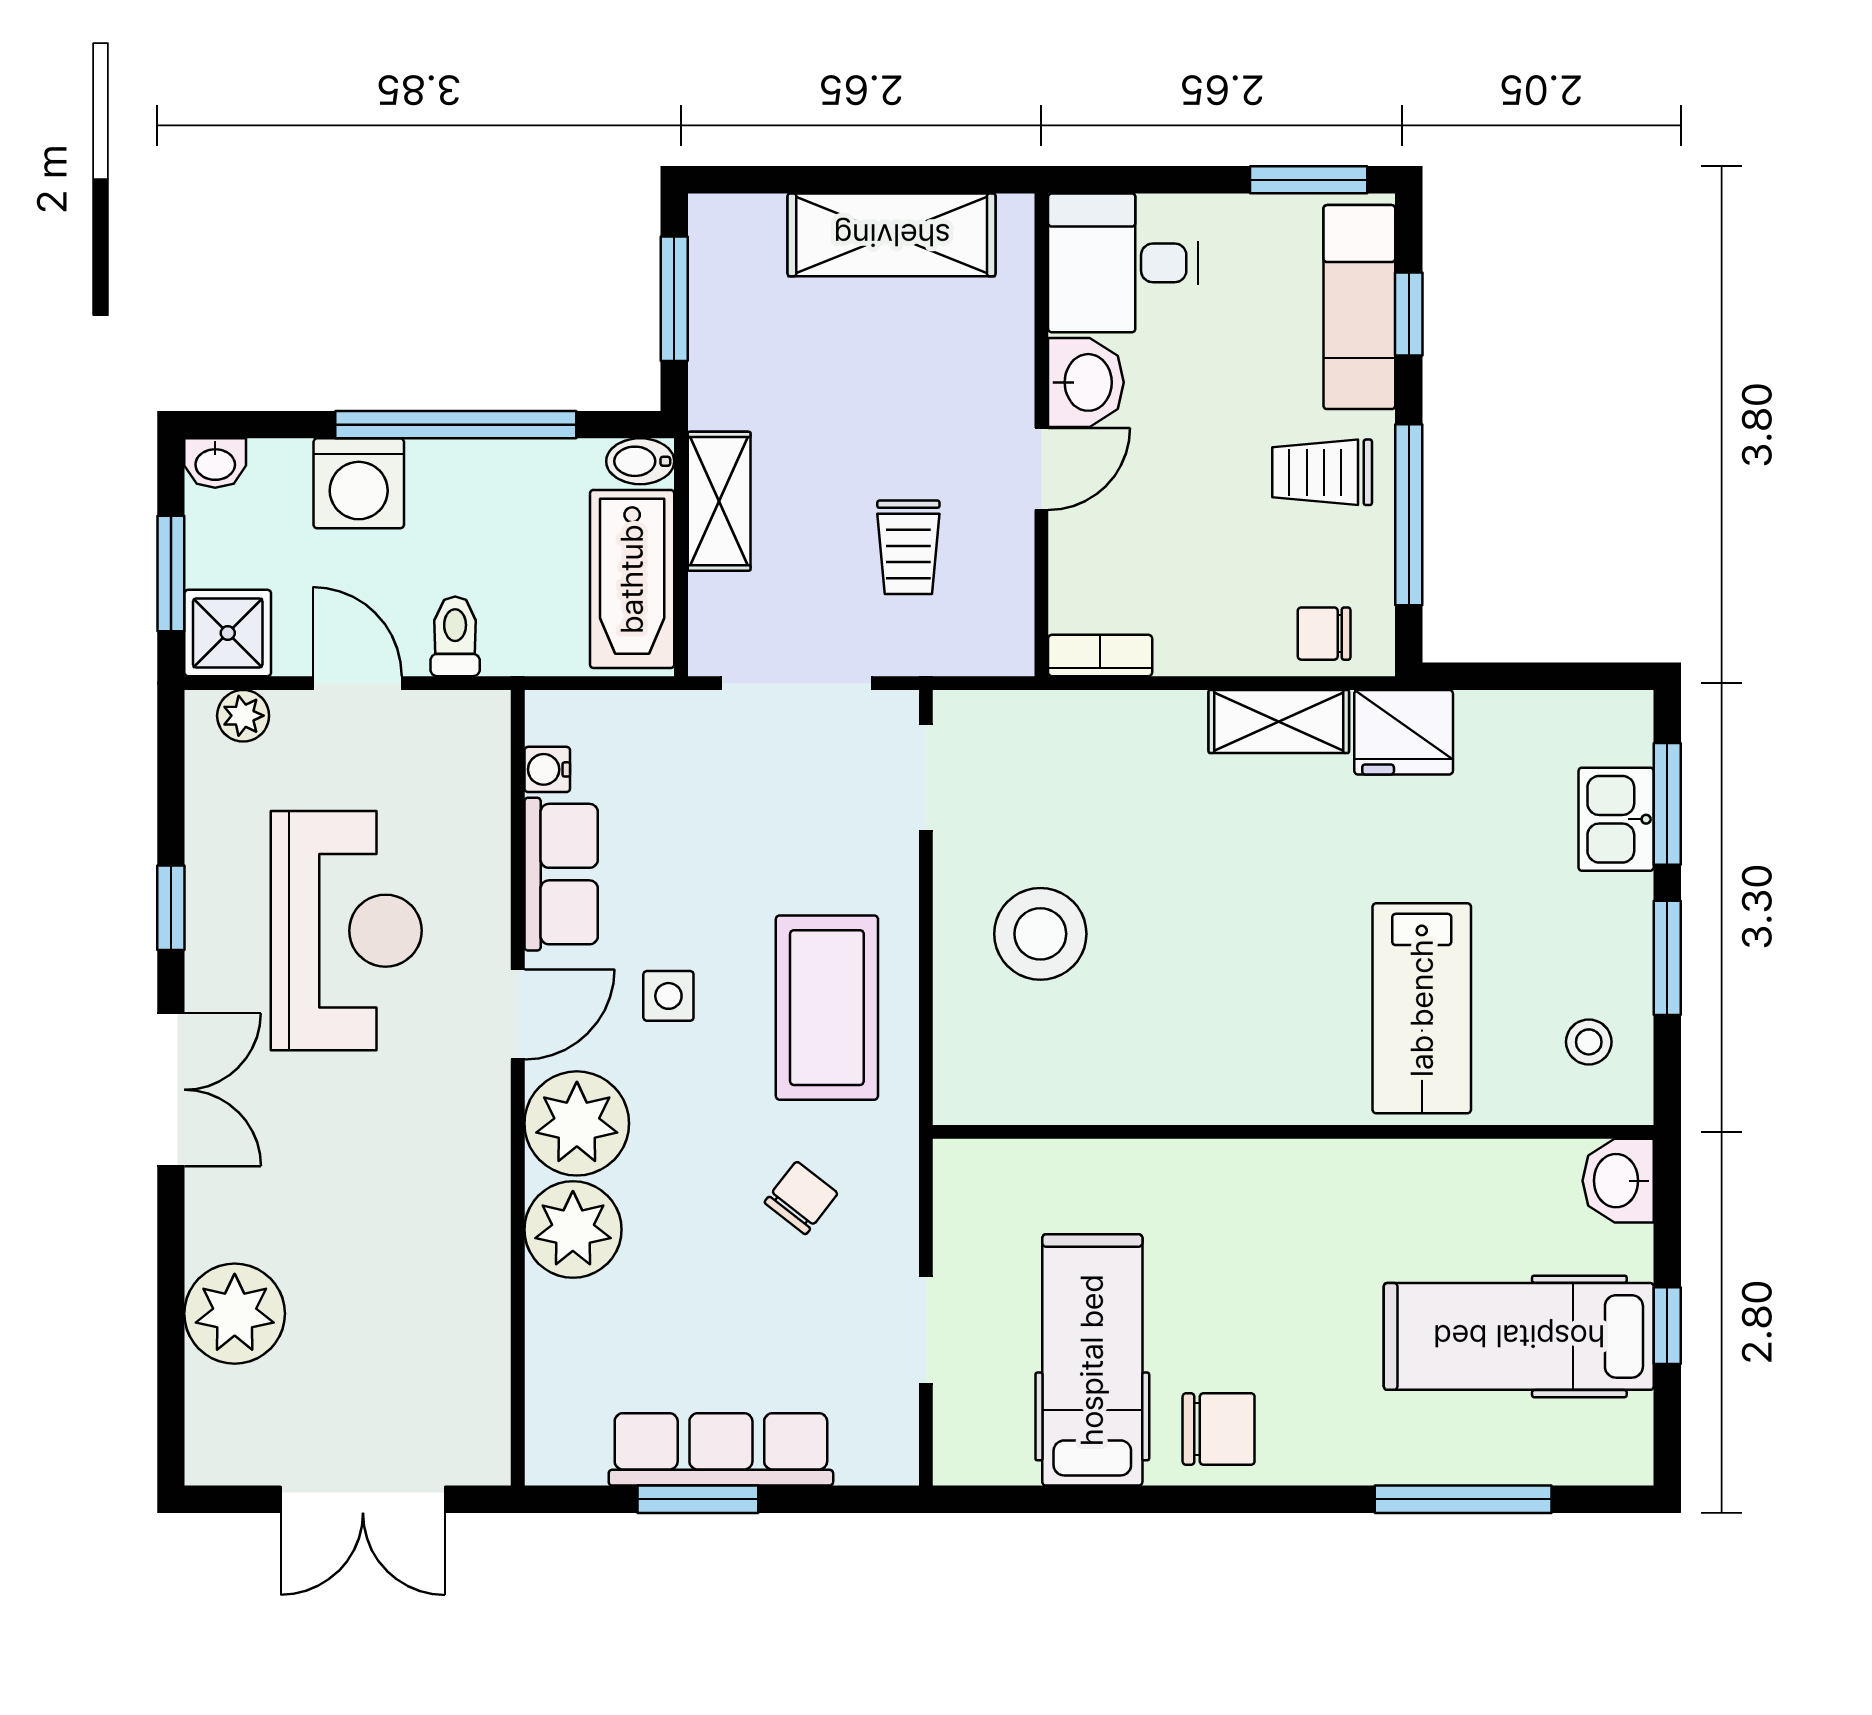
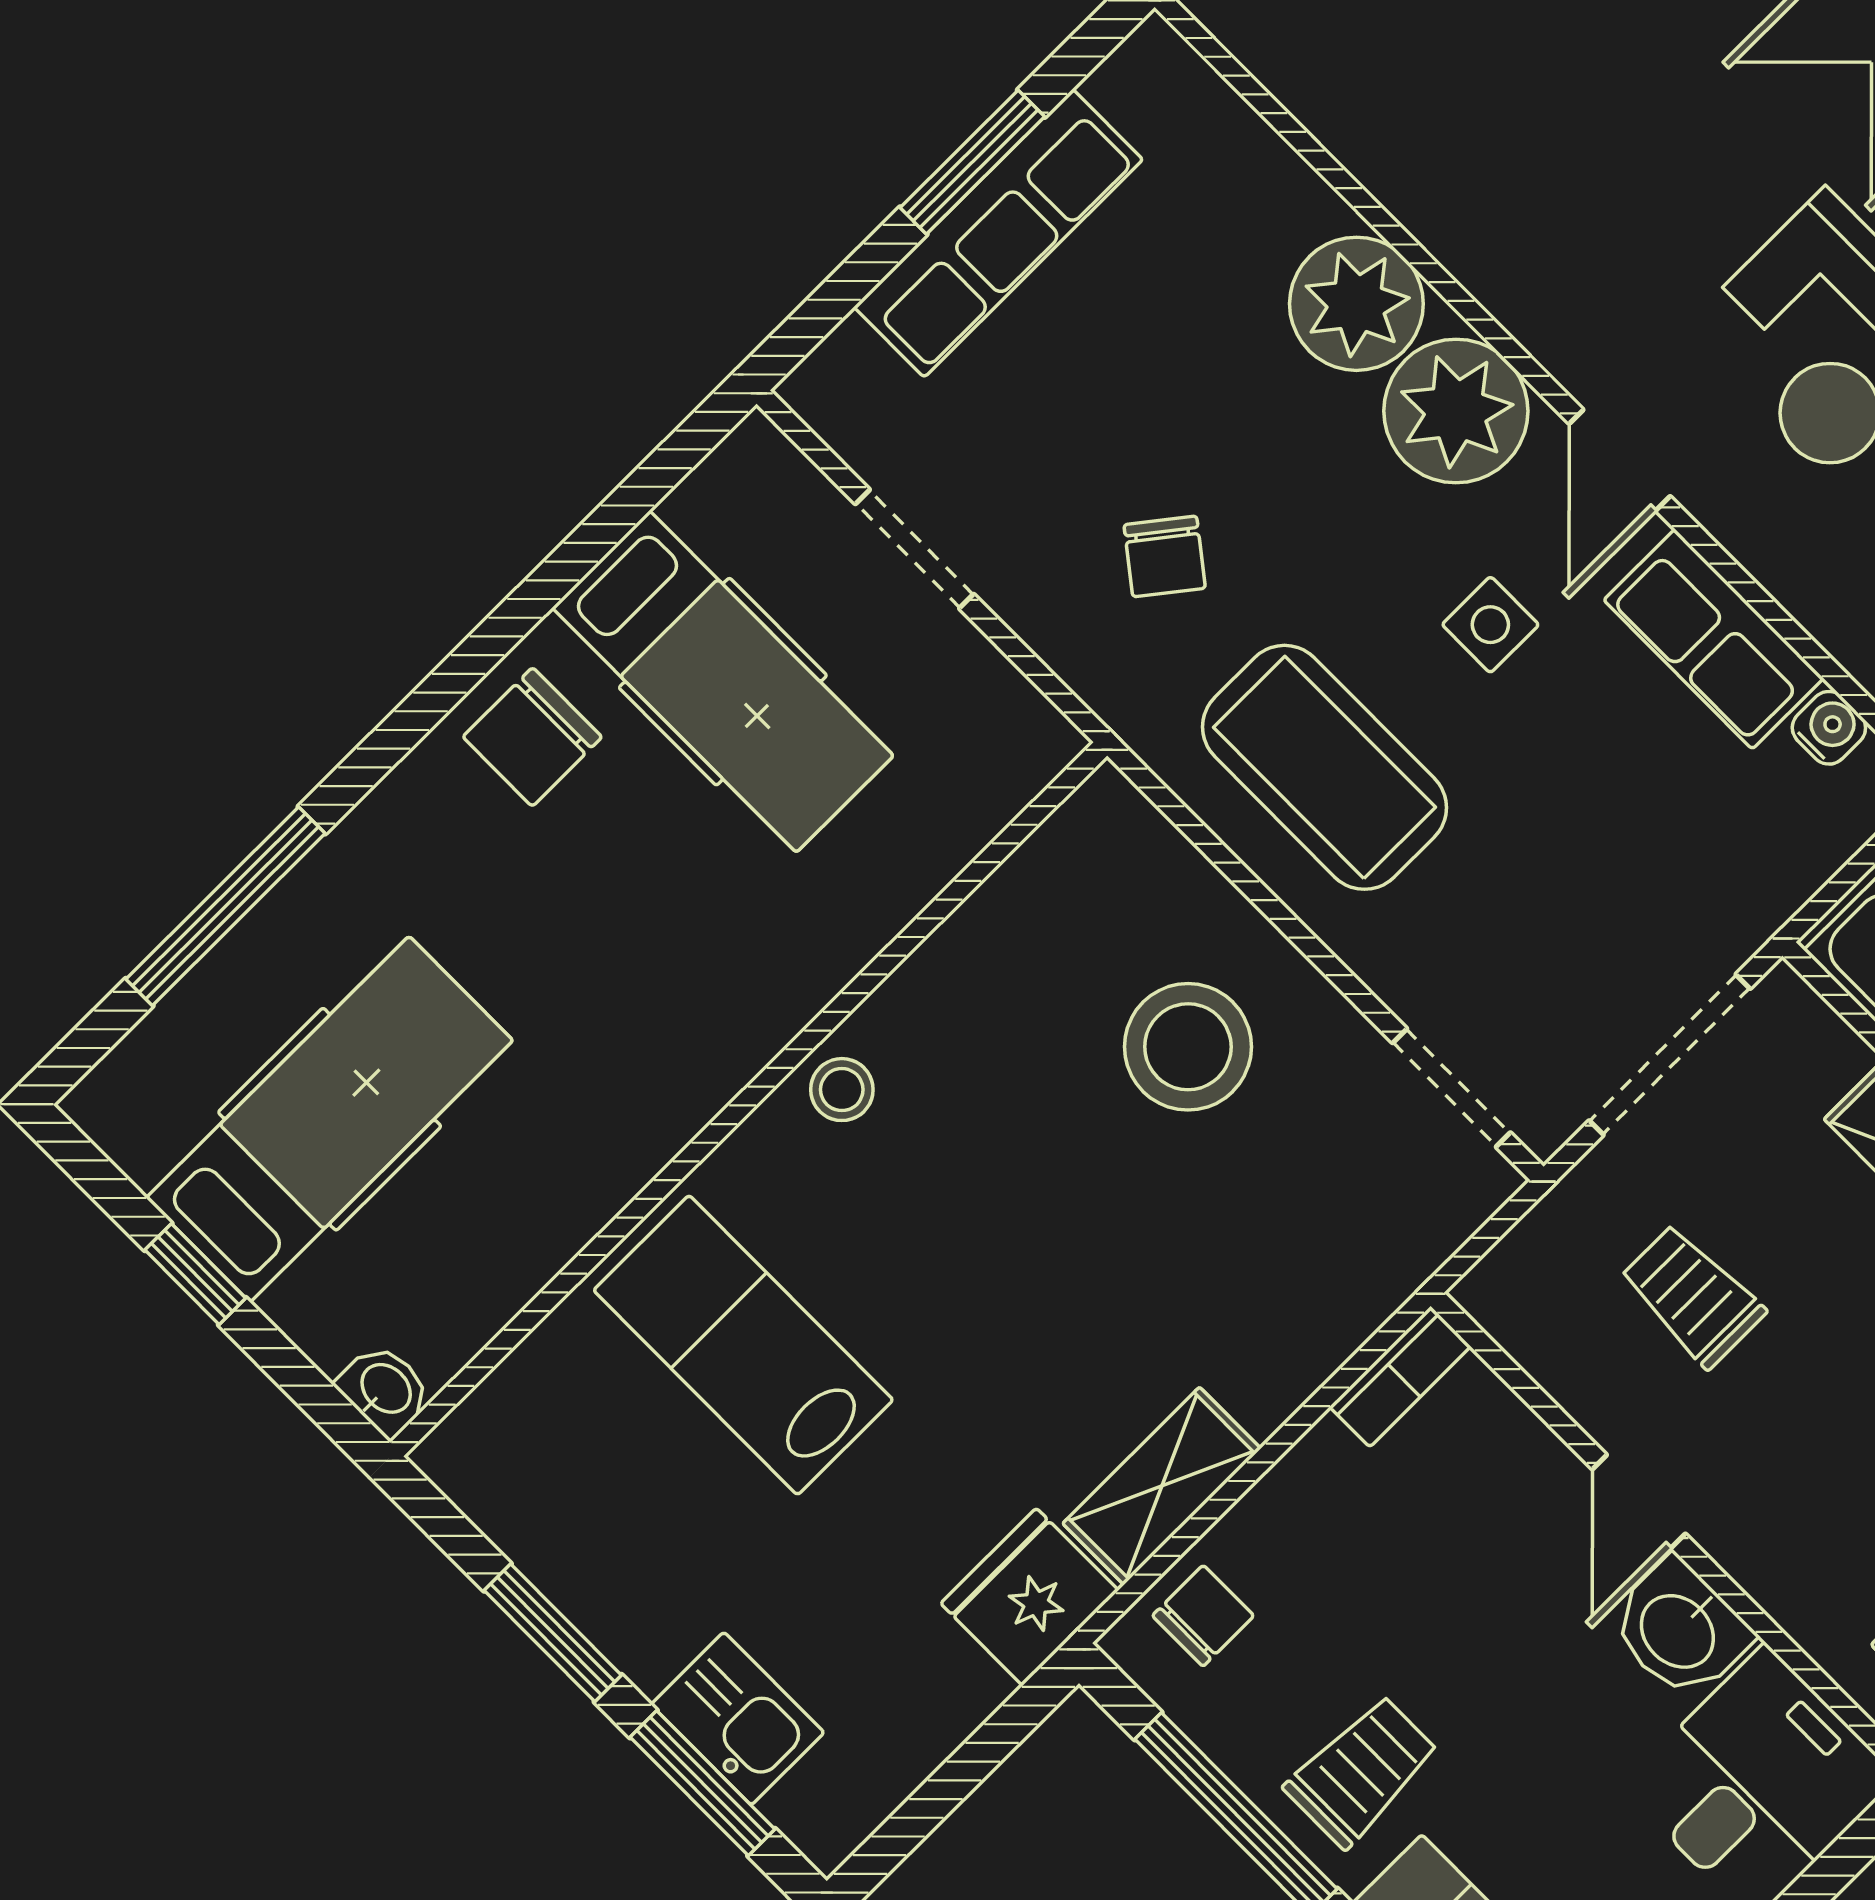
stool: (1589, 1042) -> (842, 1090), moved
washbasin: (1618, 1181) -> (385, 1390), width x0.72, depth x0.69

